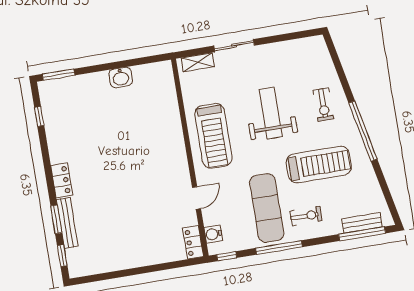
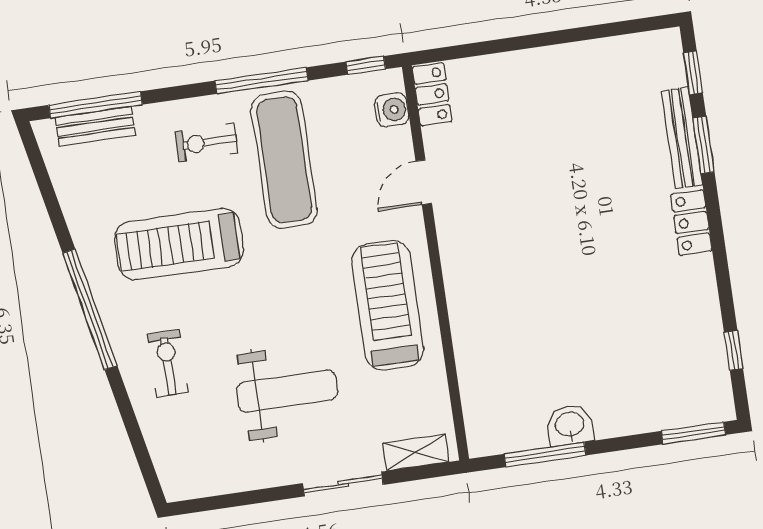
window: (133, 62) -> (545, 455), added
weight bench: (271, 113) -> (287, 391), moved, turned -90

